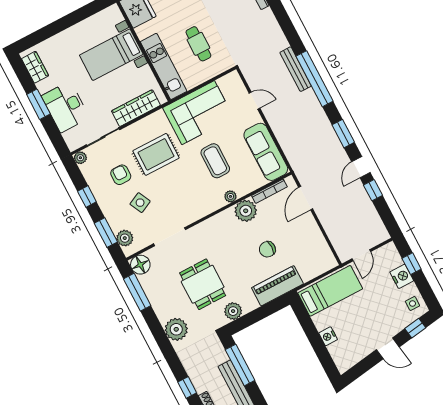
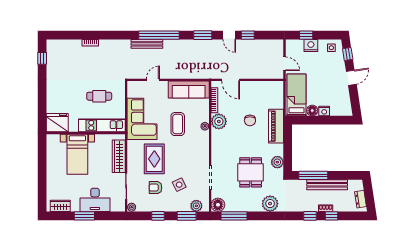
coffee table: (215, 161) -> (178, 124), turned 90
dining table: (203, 284) -> (251, 172), turned 90
floor lamp: (321, 321) -> (312, 111), added

